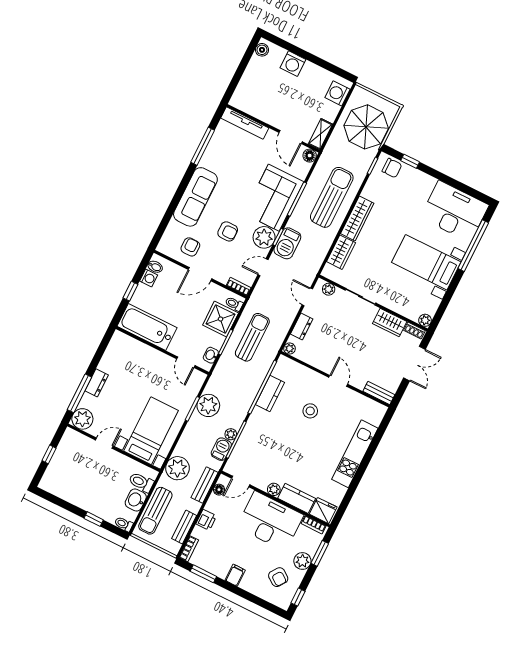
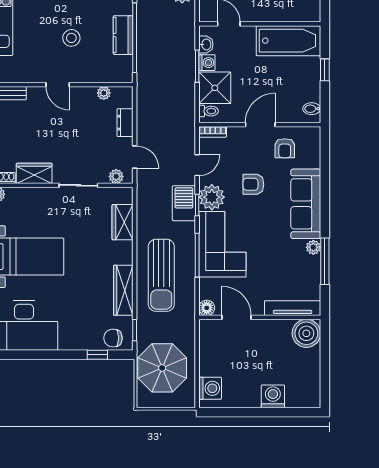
boiler: (262, 50) -> (306, 333), moved, width x1.86, depth x1.86
shelving: (320, 134) -> (207, 336), removed
plant: (206, 161) -> (313, 247), added
wardrobe: (357, 218) -> (123, 290), moved
washing machine: (149, 278) -> (207, 63), moved, turned 180
sun lounger: (252, 337) -> (171, 85), removed
plant: (289, 349) -> (104, 93), moved

